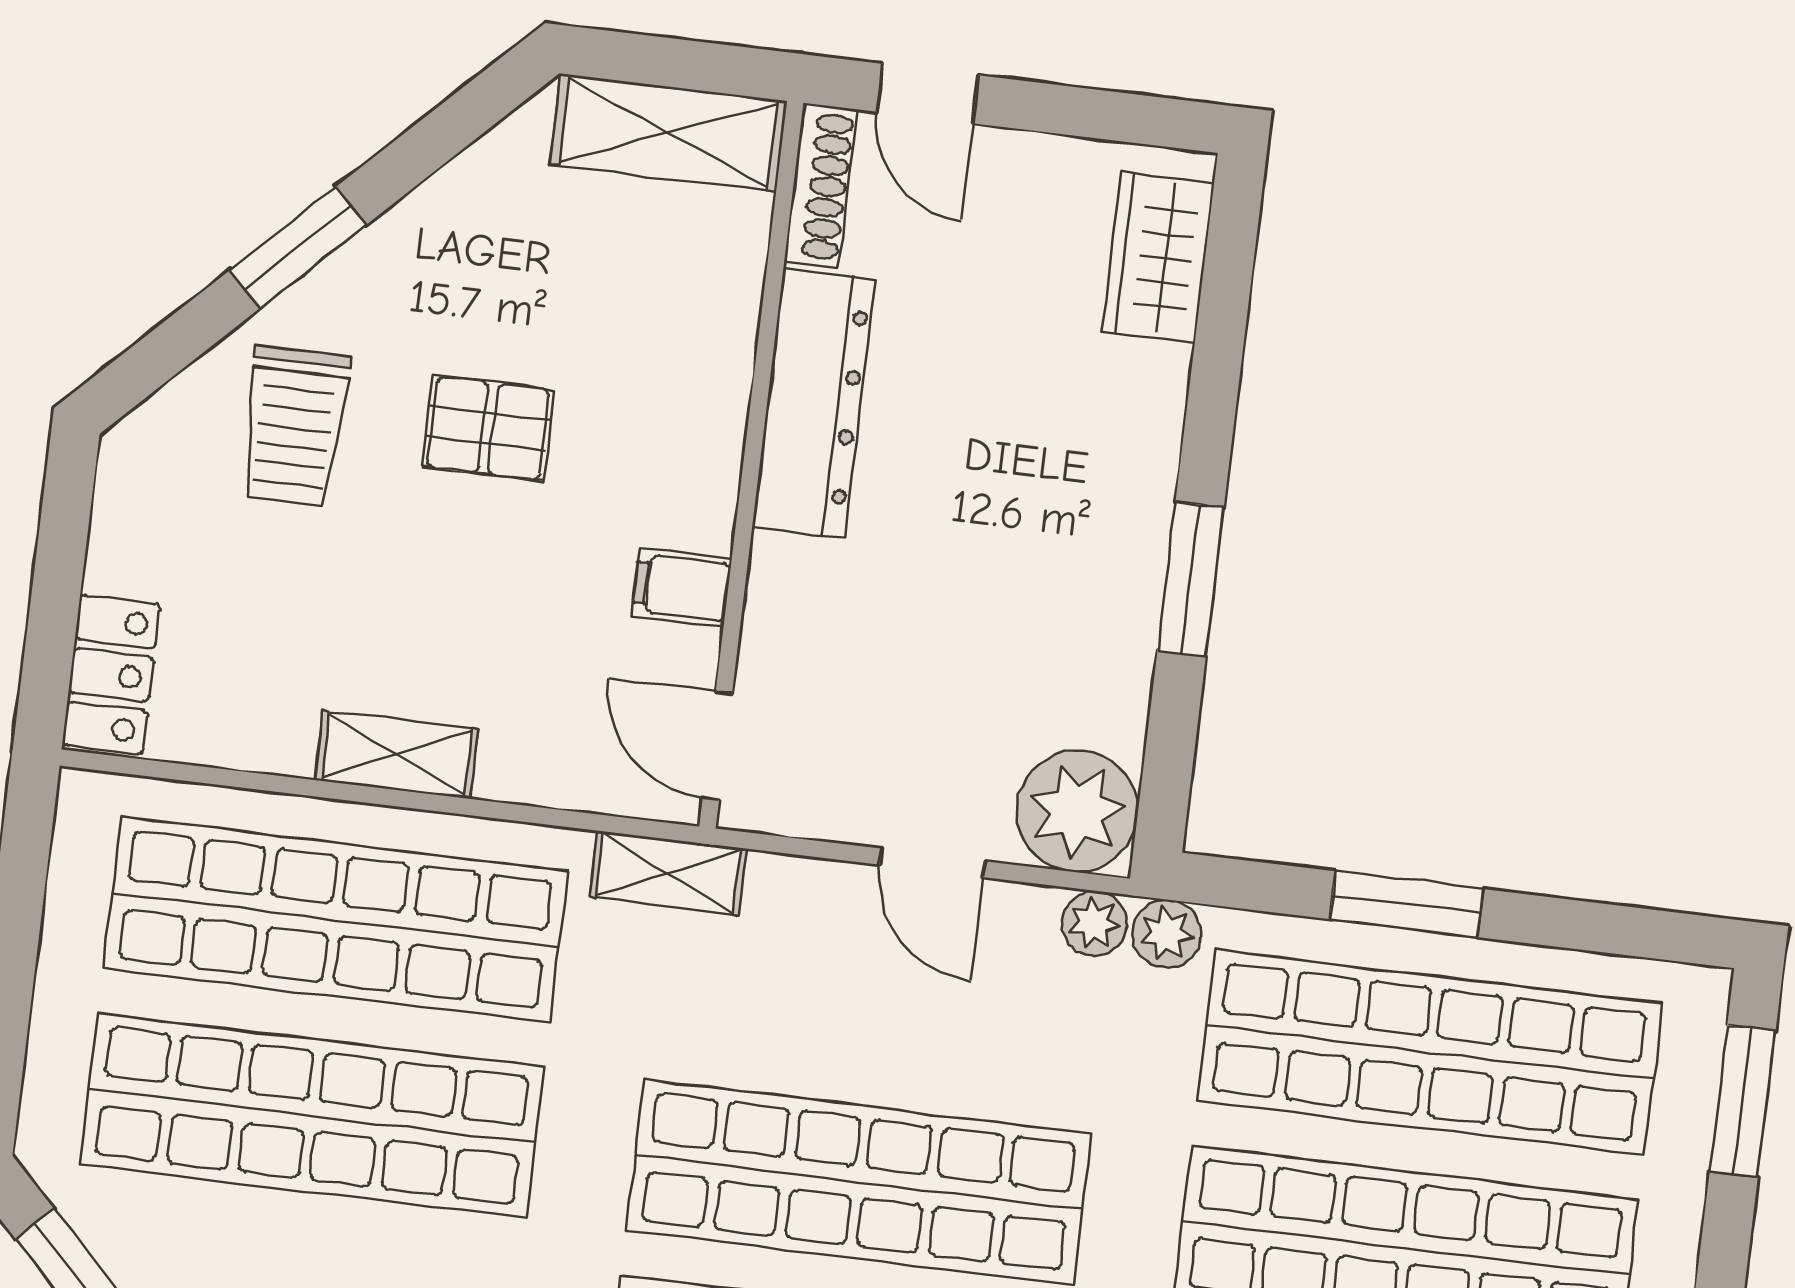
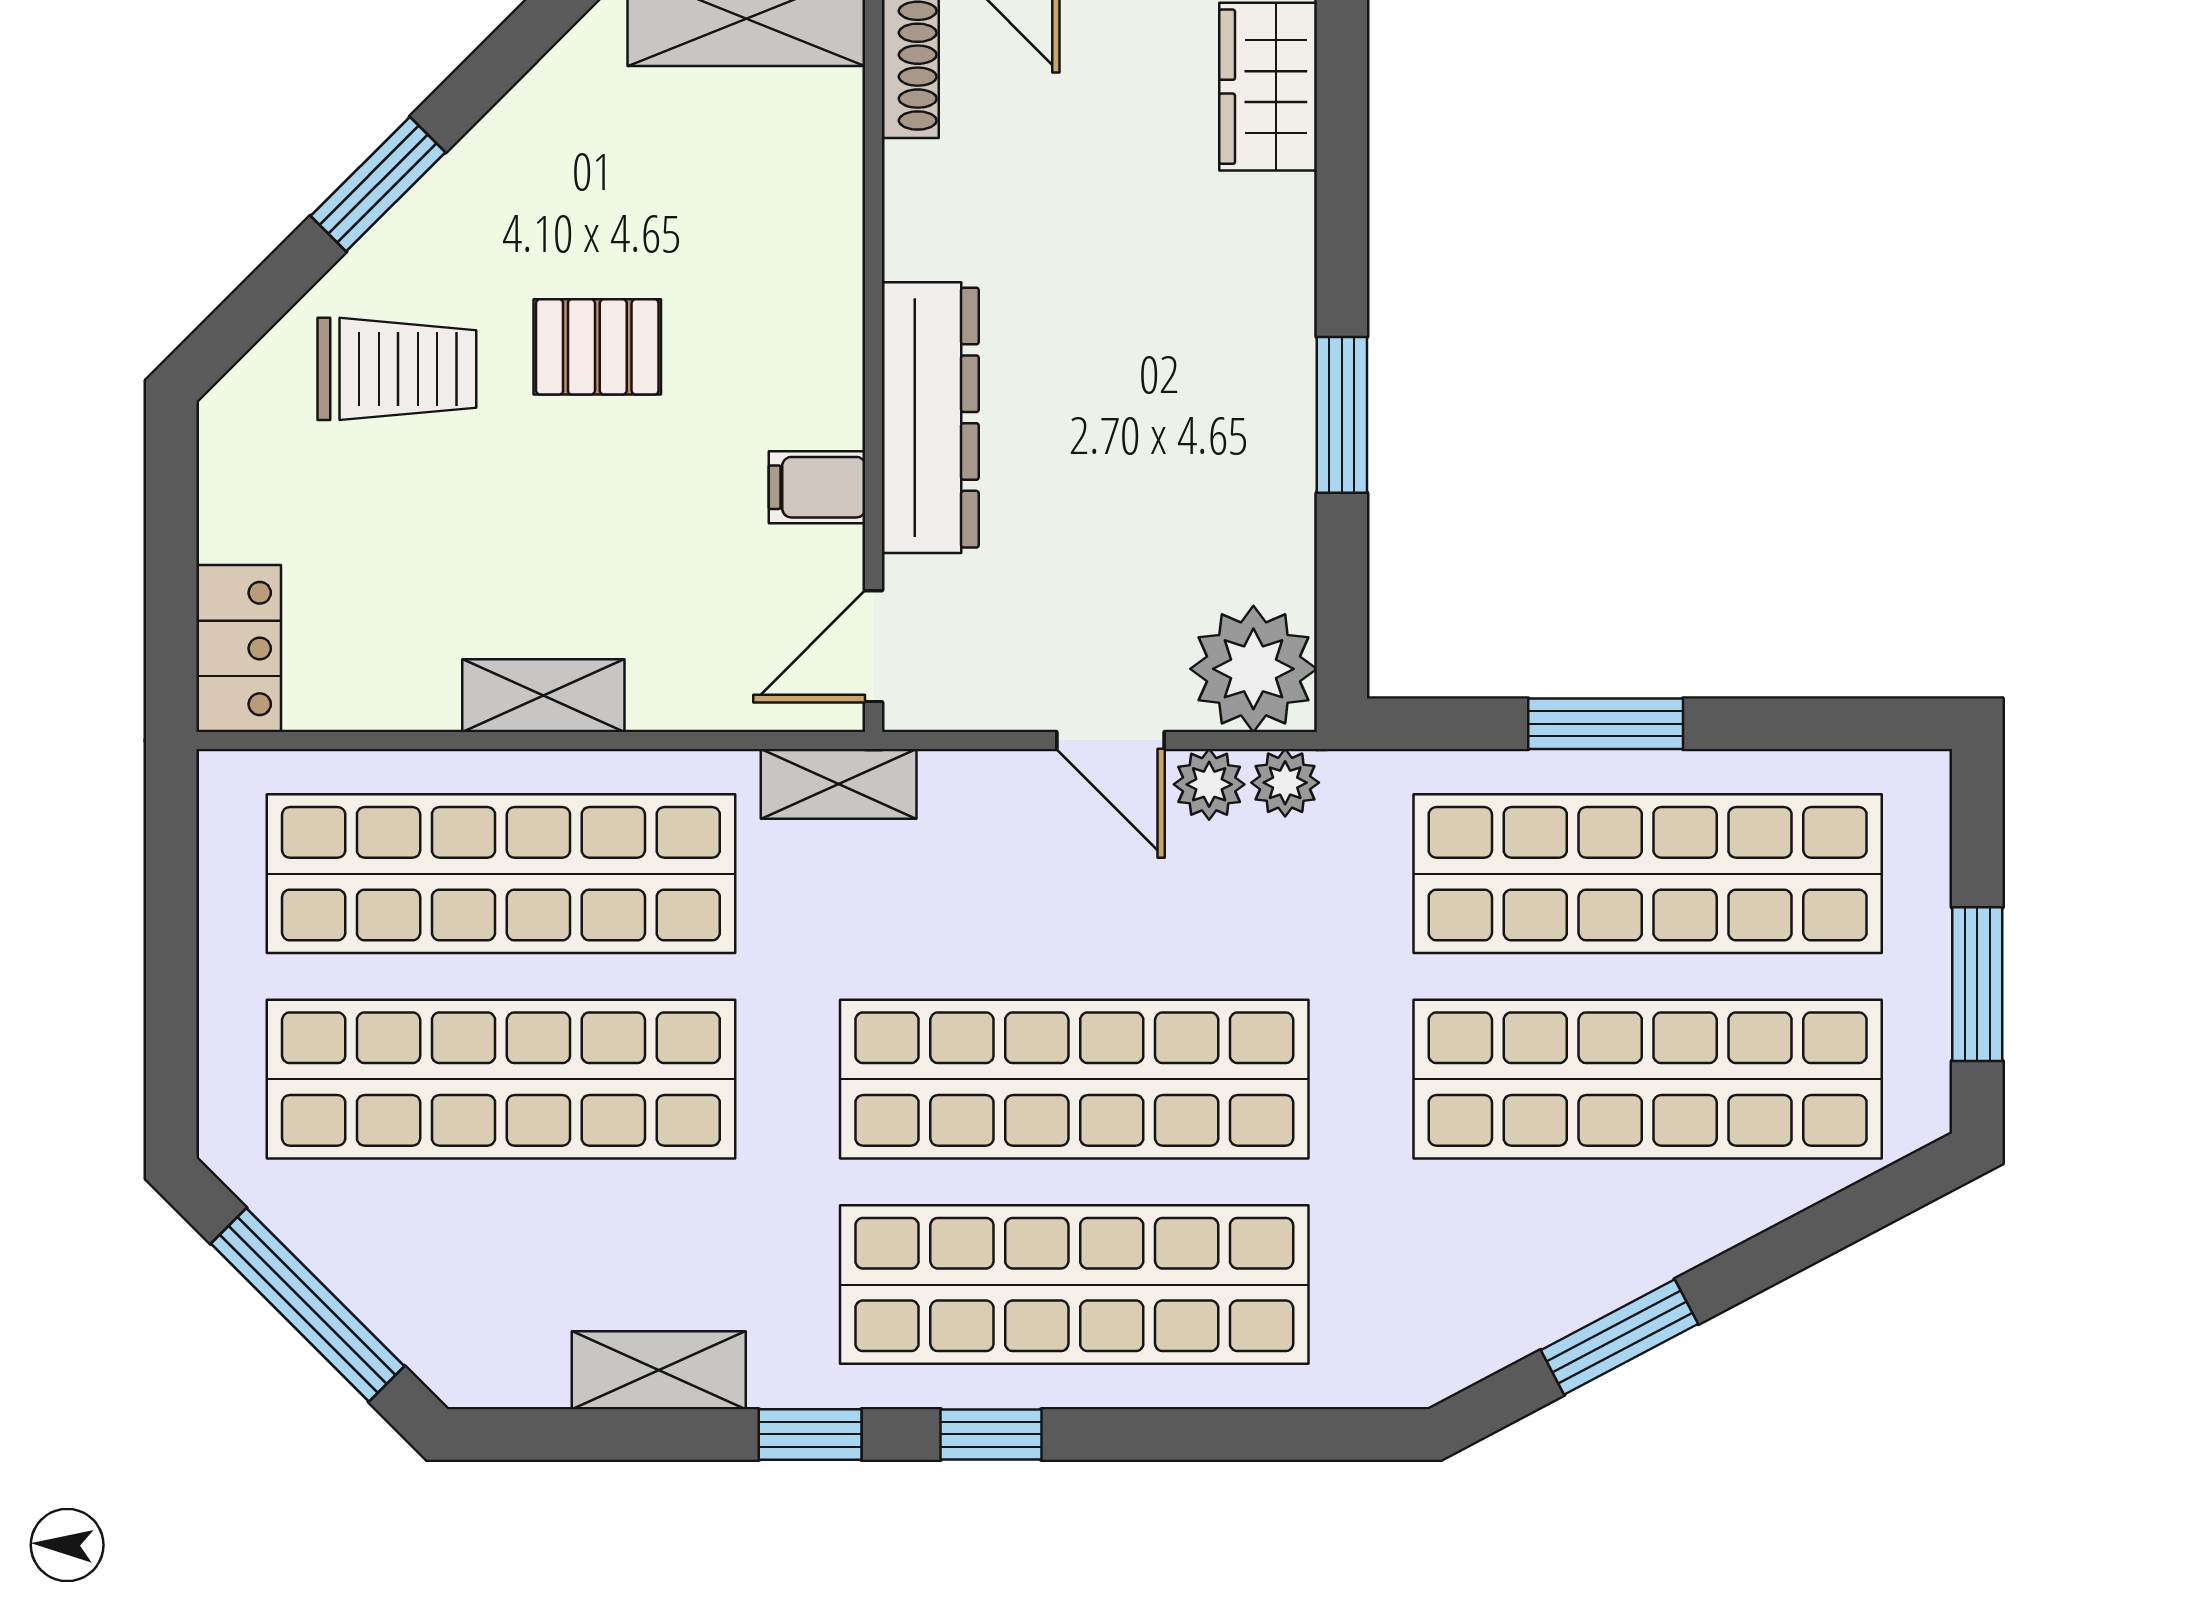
dresser: (814, 403) -> (930, 418), moved
trolley: (294, 426) -> (397, 369), turned -90
door: (717, 746) -> (874, 646), hinge flipped
plant: (1166, 934) -> (1209, 784), moved
window: (1743, 1101) -> (1977, 984), moved

